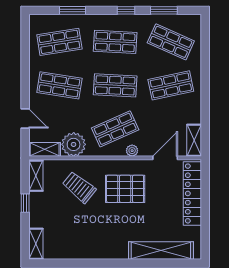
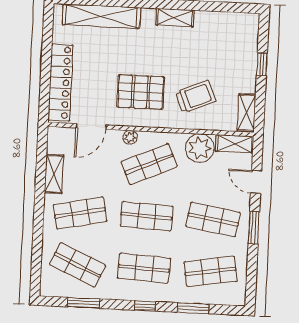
window: (126, 10) -> (145, 306), moved
window: (25, 80) -> (254, 228), added
shelving: (194, 140) -> (54, 174), moved
trolley: (79, 187) -> (196, 97), turned -62
window: (25, 203) -> (262, 64), moved
shelving: (36, 244) -> (175, 18), moved, turned 90

